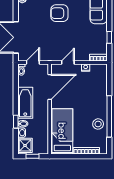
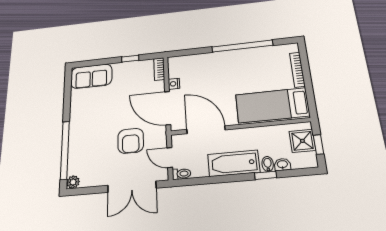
armchair: (59, 13) -> (131, 141), moved
door: (68, 62) -> (168, 108), width x1.88
stool: (98, 124) -> (255, 59), removed
shower: (25, 145) -> (302, 141), moved

